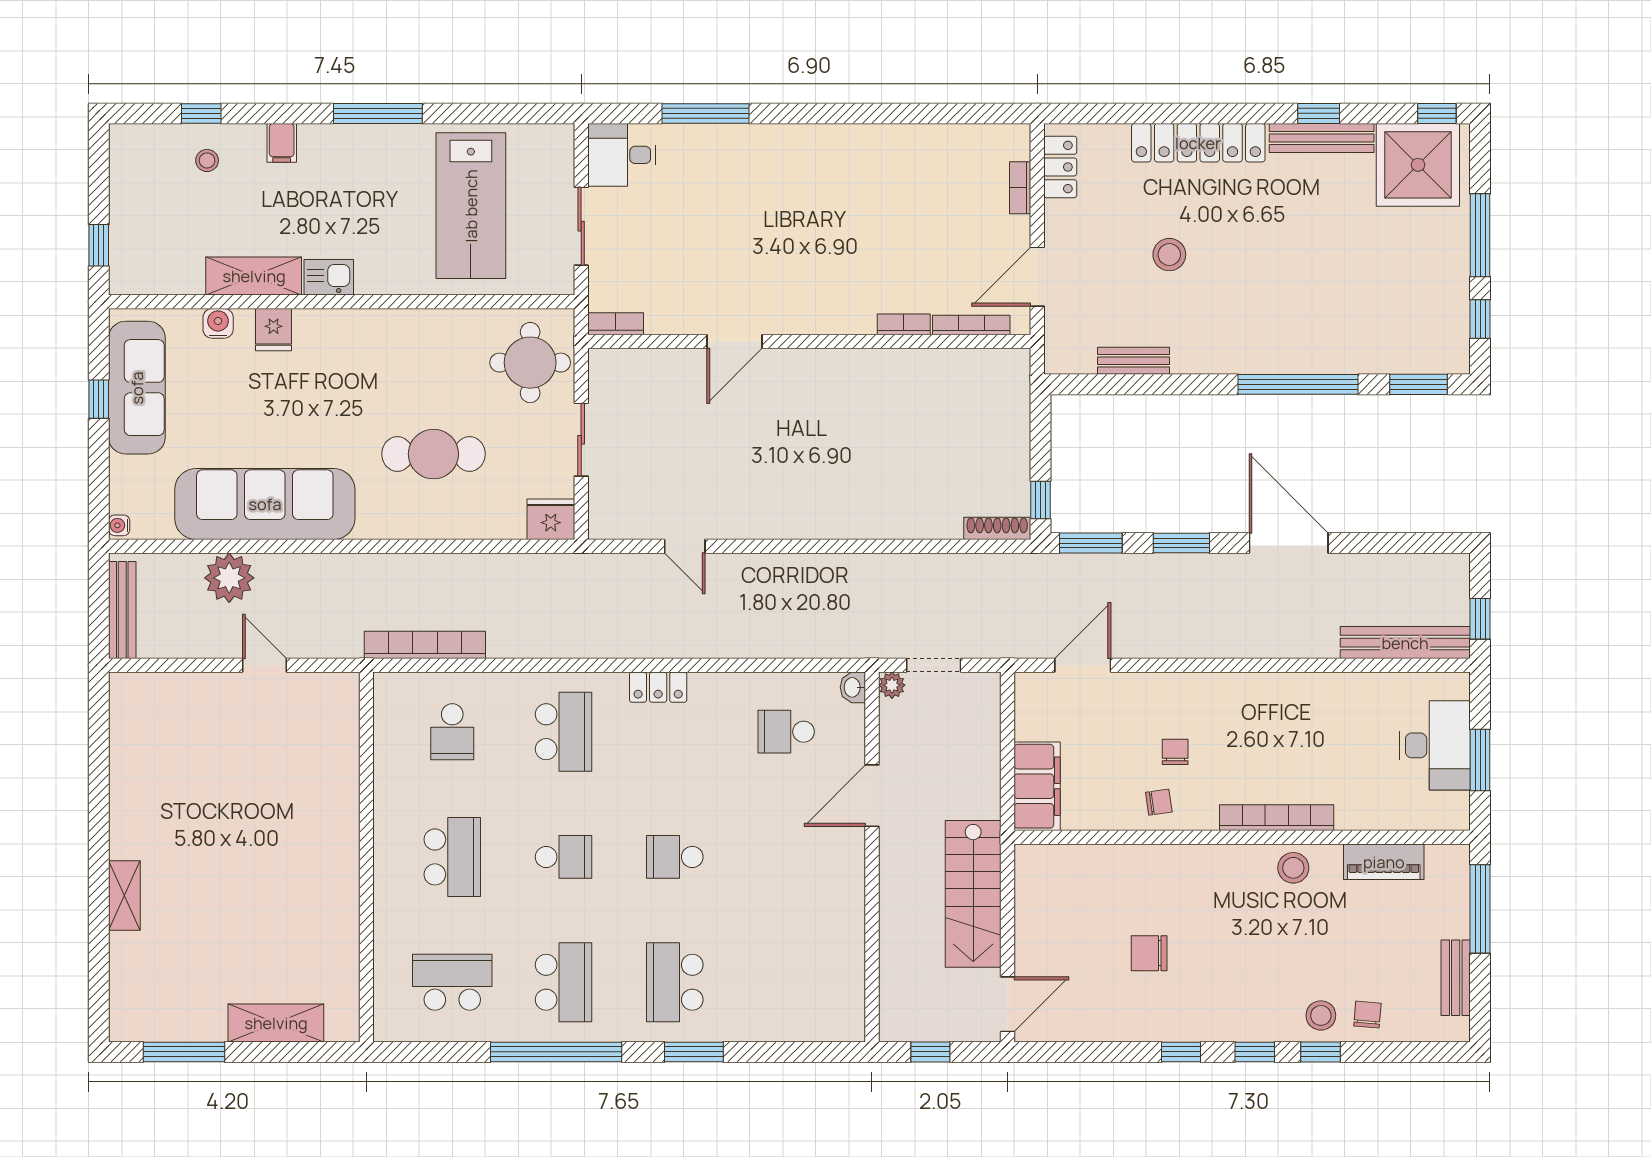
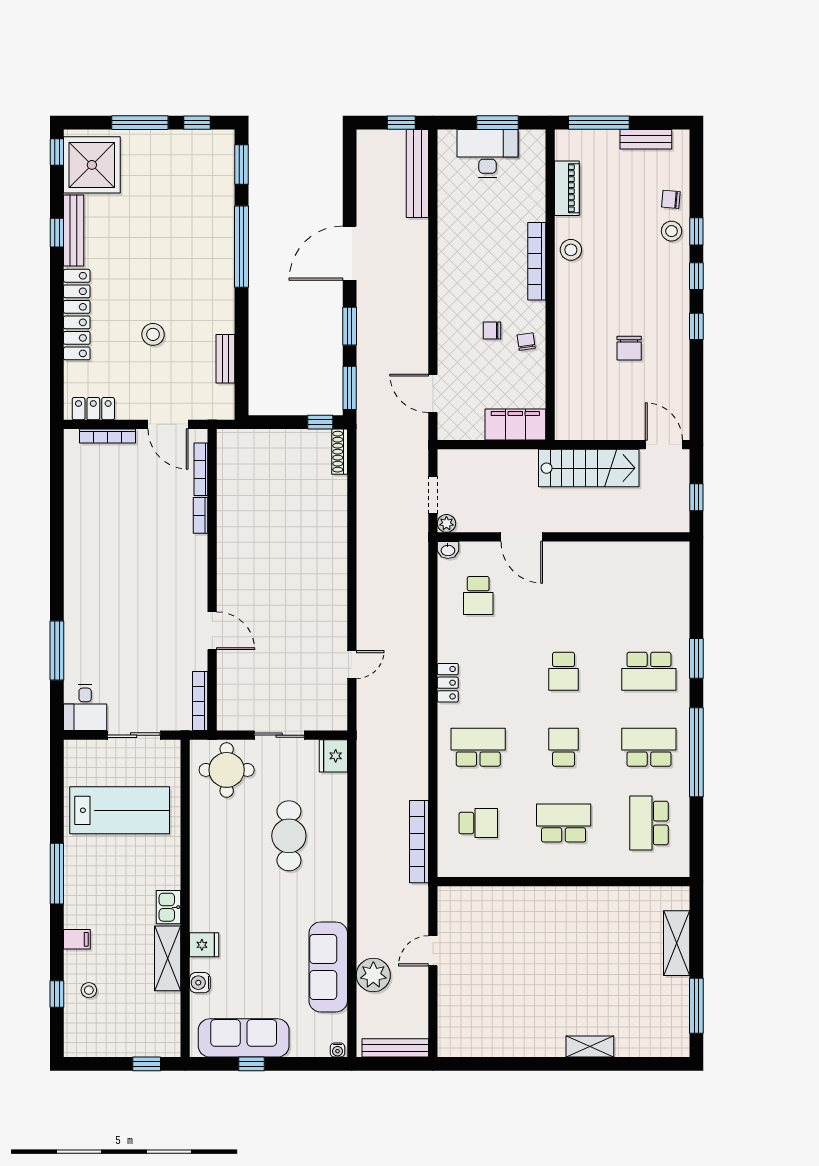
bookcase: (1020, 188) -> (108, 436), width x1.56
bookcase: (616, 324) -> (200, 701), width x1.56
sofa: (265, 504) -> (328, 967), width x0.74, depth x0.79

